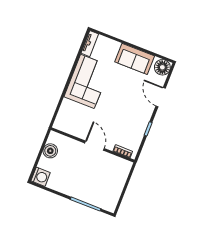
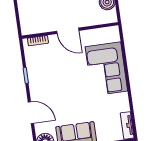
corner sofa: (87, 81) -> (106, 69), moved

